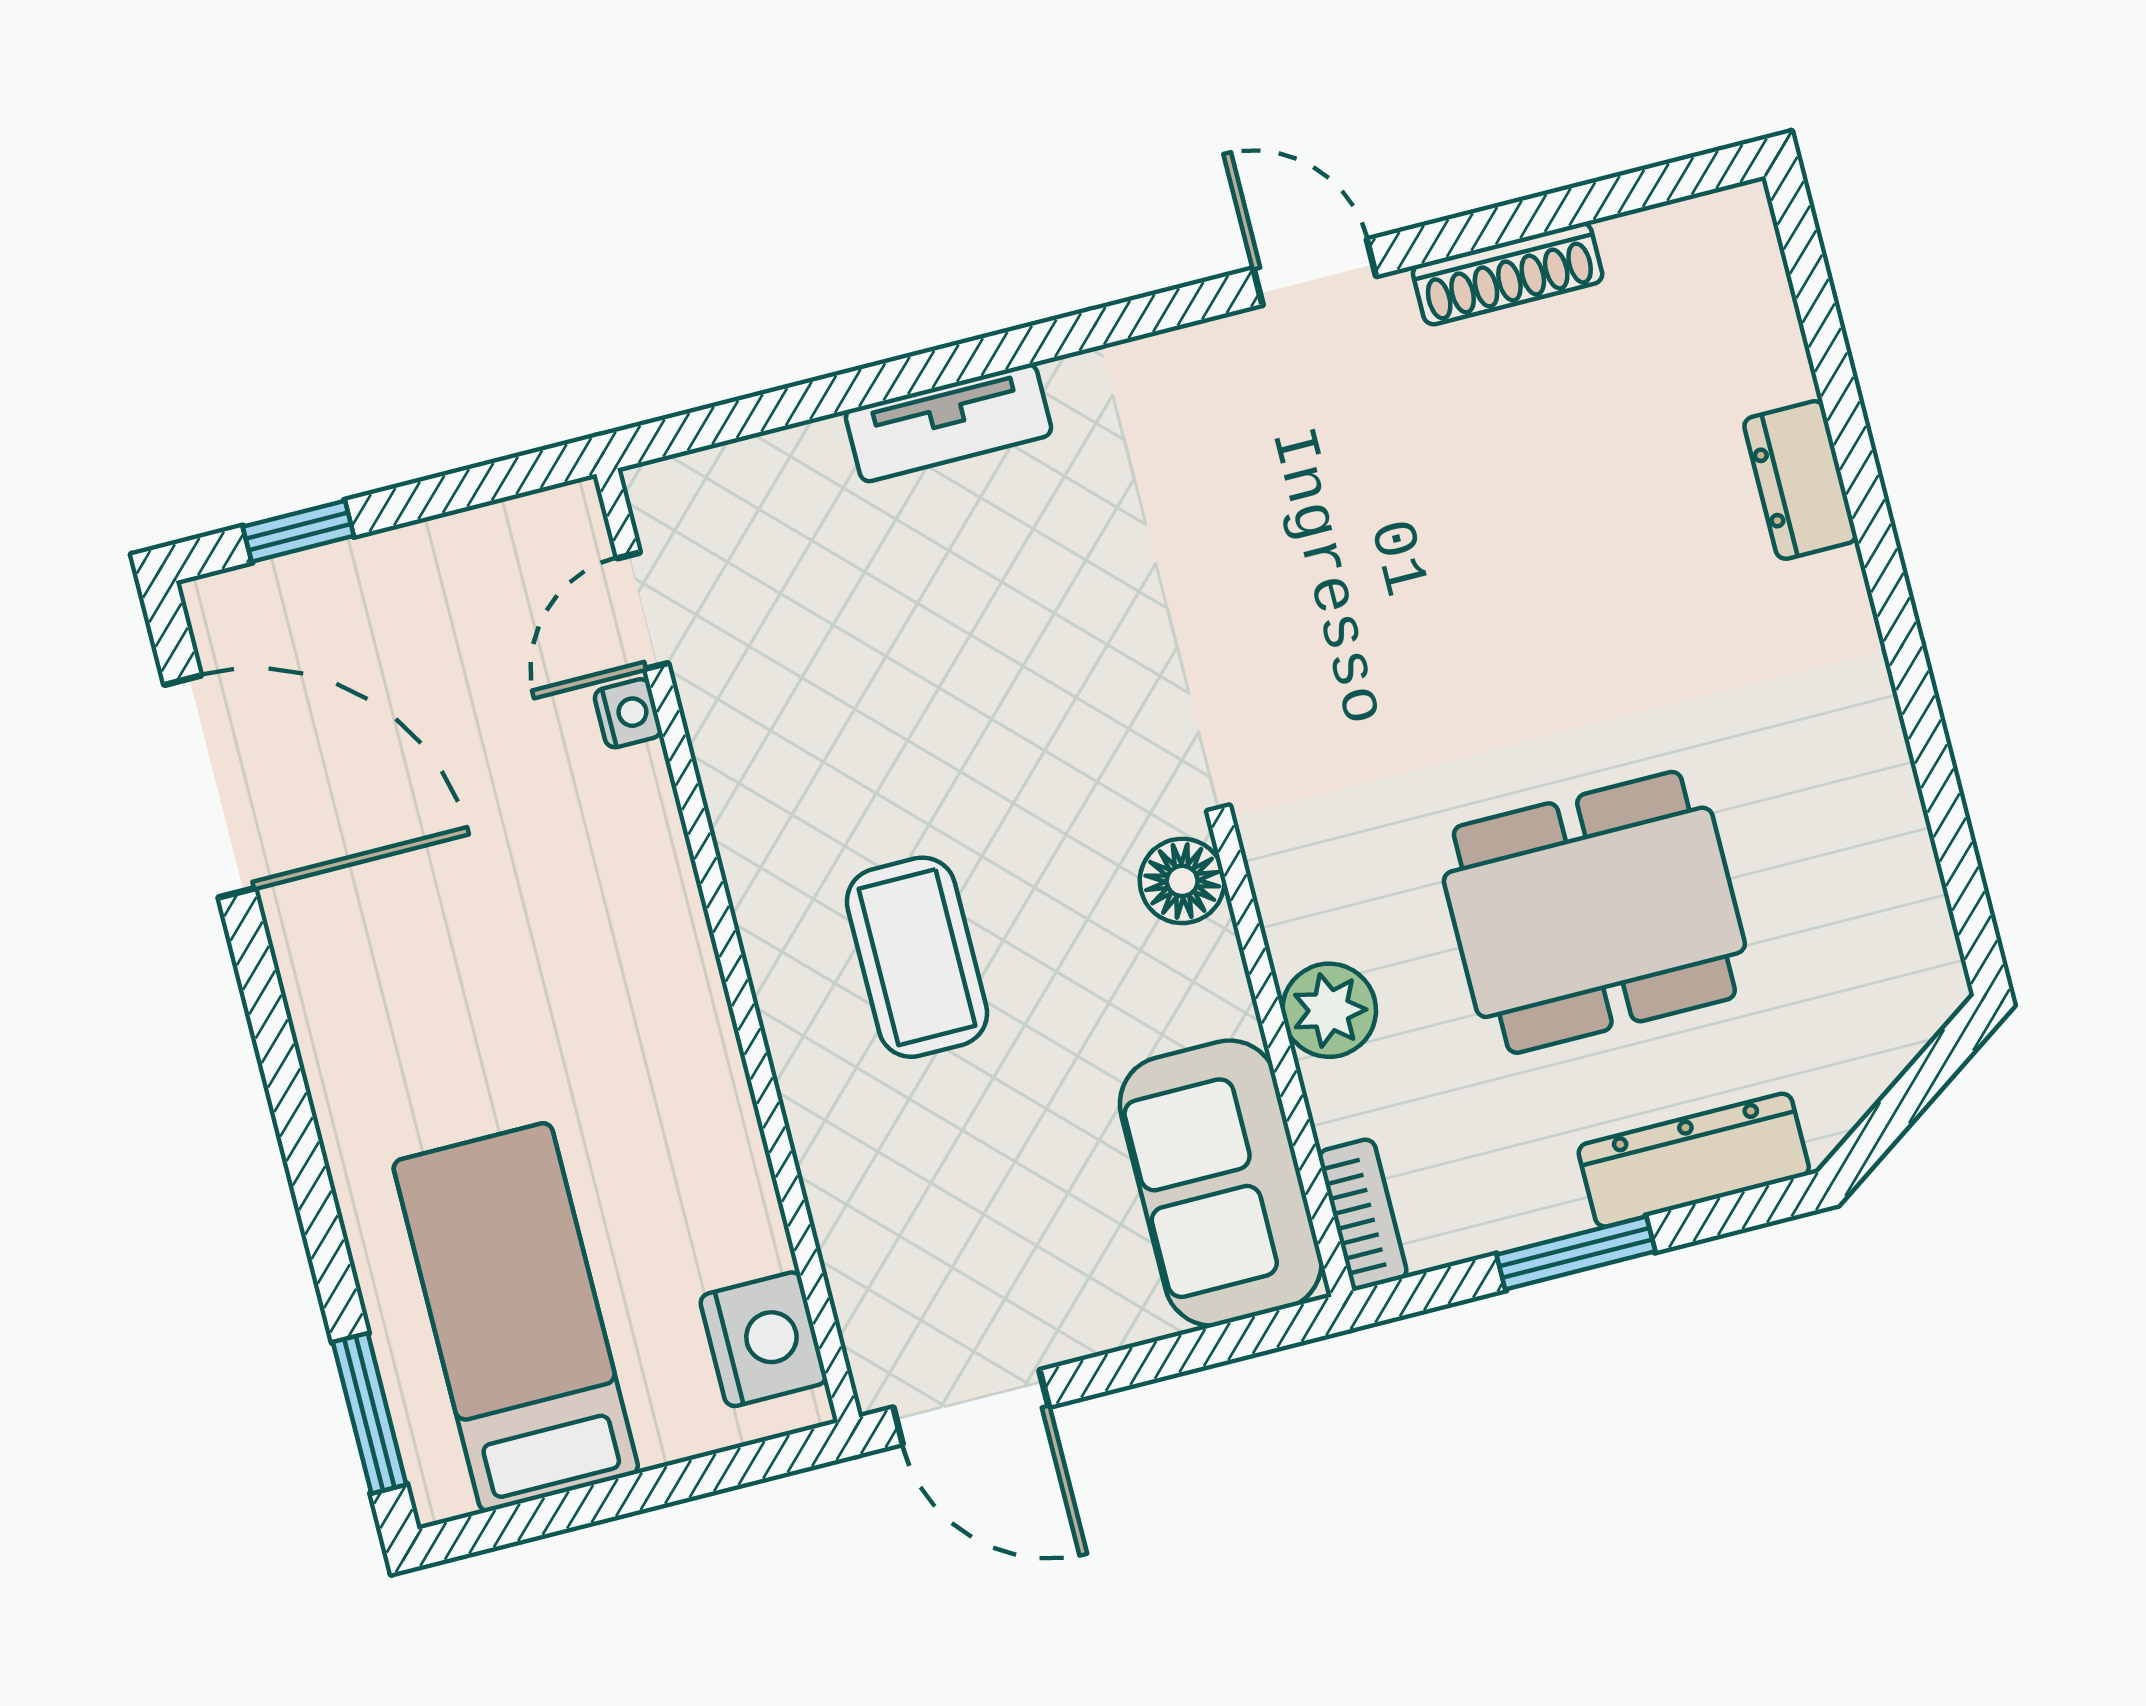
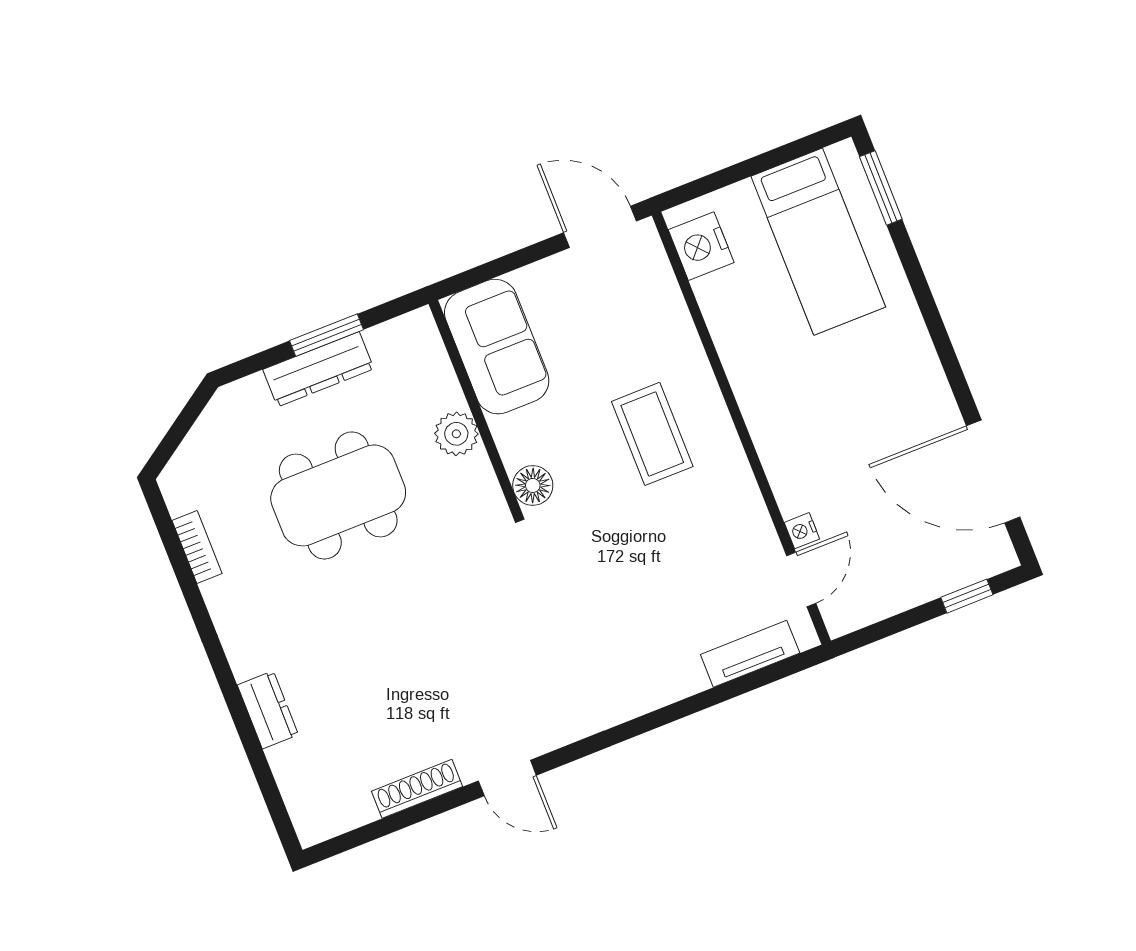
tv unit: (948, 423) -> (750, 654), moved
dresser: (1694, 1160) -> (318, 369), moved
bookcase: (1363, 1214) -> (197, 547), moved, turned 180

